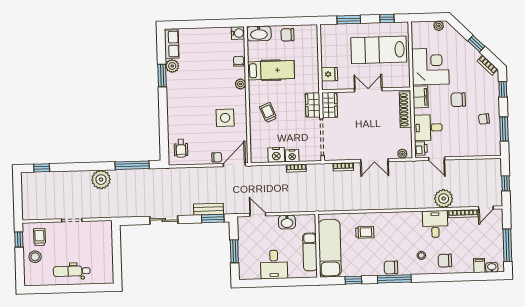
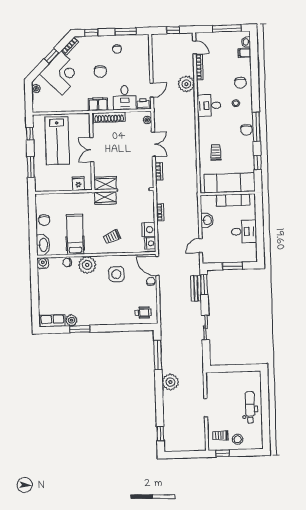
corner desk: (430, 67) -> (61, 73), moved, turned 135
plant: (240, 84) -> (87, 265), width x1.88, depth x1.88
nightstand: (292, 156) -> (150, 243), moved
desk: (435, 224) -> (209, 106), moved
dental chair: (72, 271) -> (250, 407), turned 180

